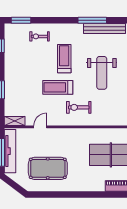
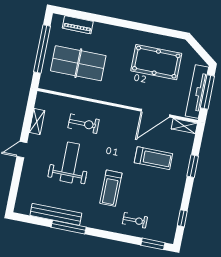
treadmill: (58, 87) -> (153, 158), moved
exercise bike: (79, 107) -> (84, 124), moved
door: (40, 127) -> (155, 113), width x1.88

